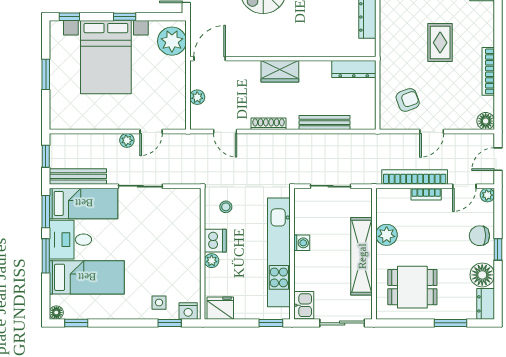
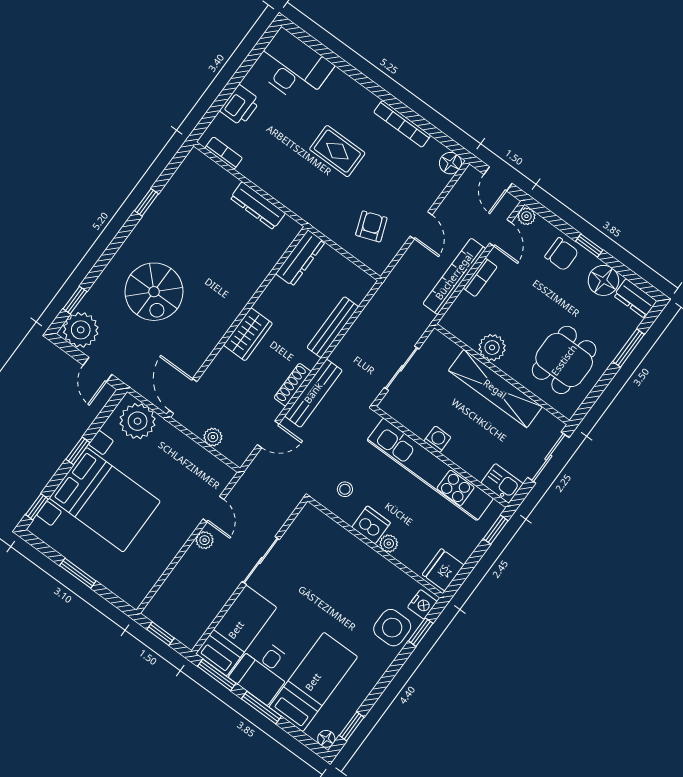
bench: (78, 176) -> (313, 393), moved
chair: (479, 236) -> (562, 254), turned -90
side table: (159, 303) -> (392, 628), width x1.87, depth x1.87

